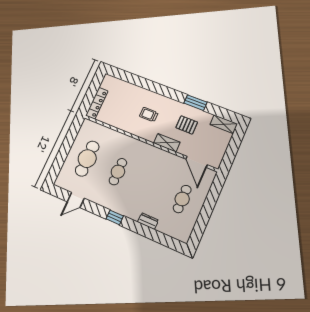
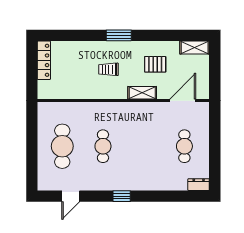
locker: (97, 103) -> (44, 60), moved
window: (195, 103) -> (119, 35), moved
door: (196, 162) -> (183, 101), swing flipped
dresser: (148, 221) -> (199, 185), moved

